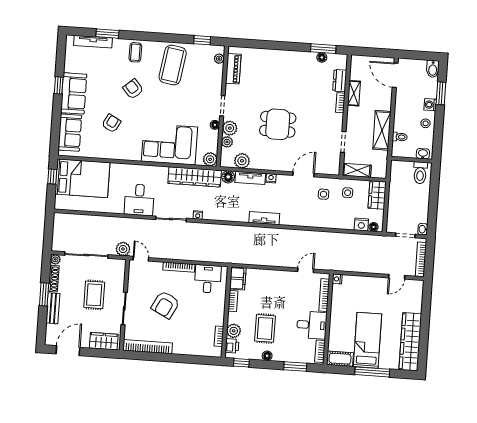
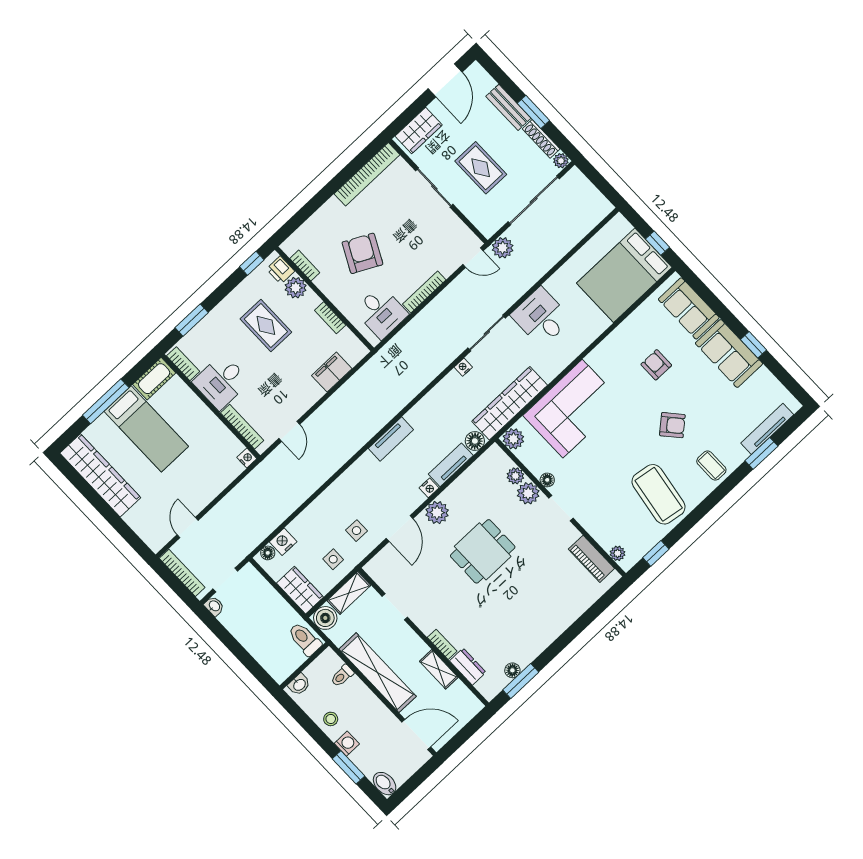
armchair: (111, 123) -> (656, 365), turned 152
shelving: (382, 130) -> (378, 673), width x1.47
plant: (242, 161) -> (437, 513), moved
boiler: (379, 171) -> (325, 618), added
toilet: (420, 173) -> (305, 639), moved
filing cabinet: (238, 278) -> (332, 372), moved, turned 90
armchair: (165, 305) -> (362, 253), moved
floor lamp: (267, 356) -> (233, 300), removed

